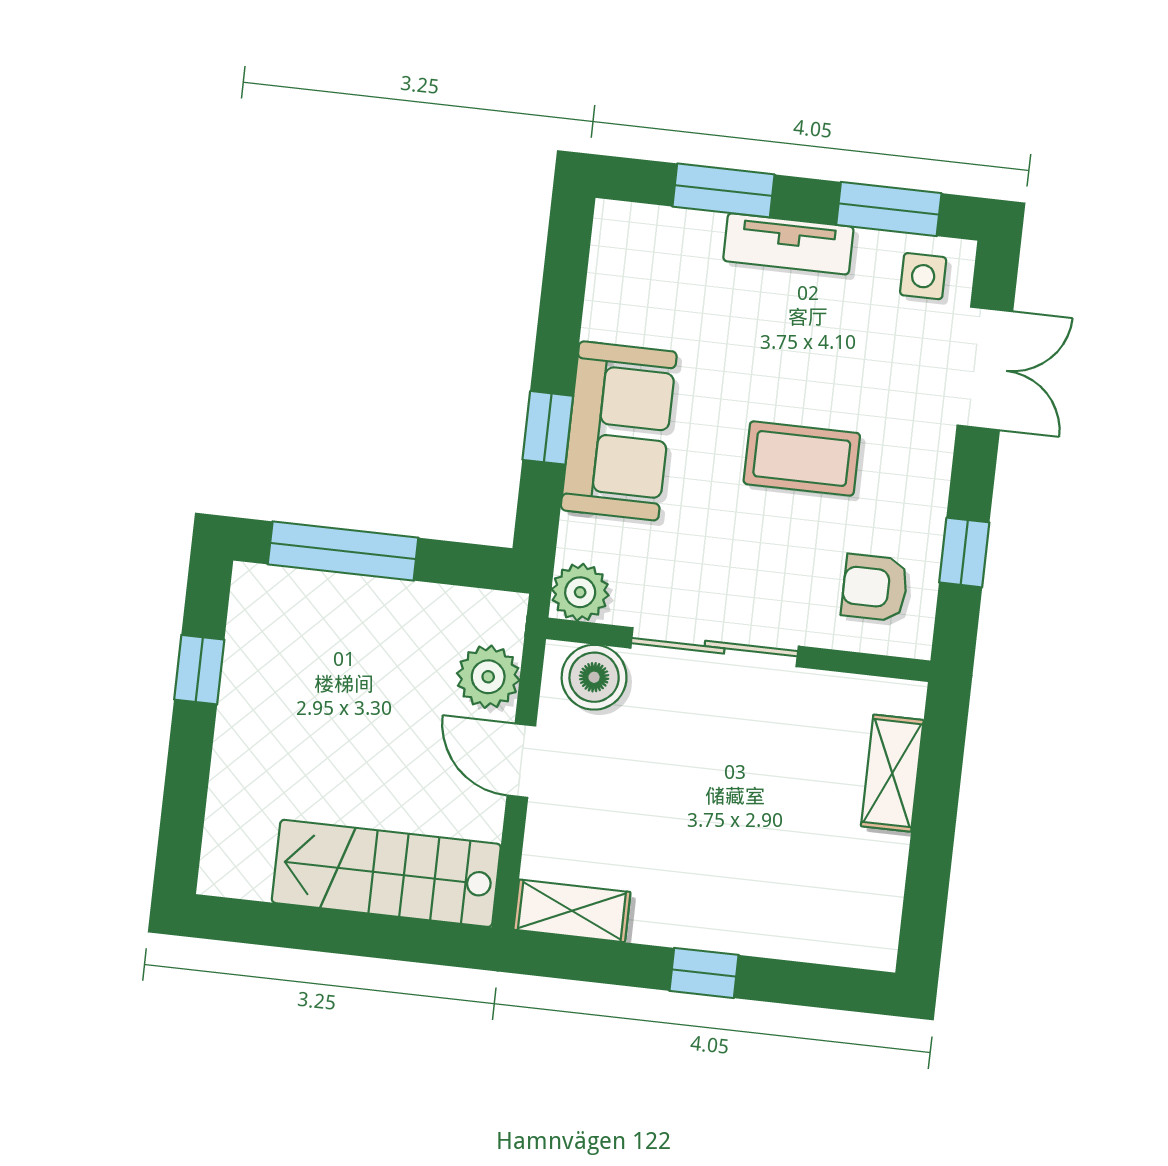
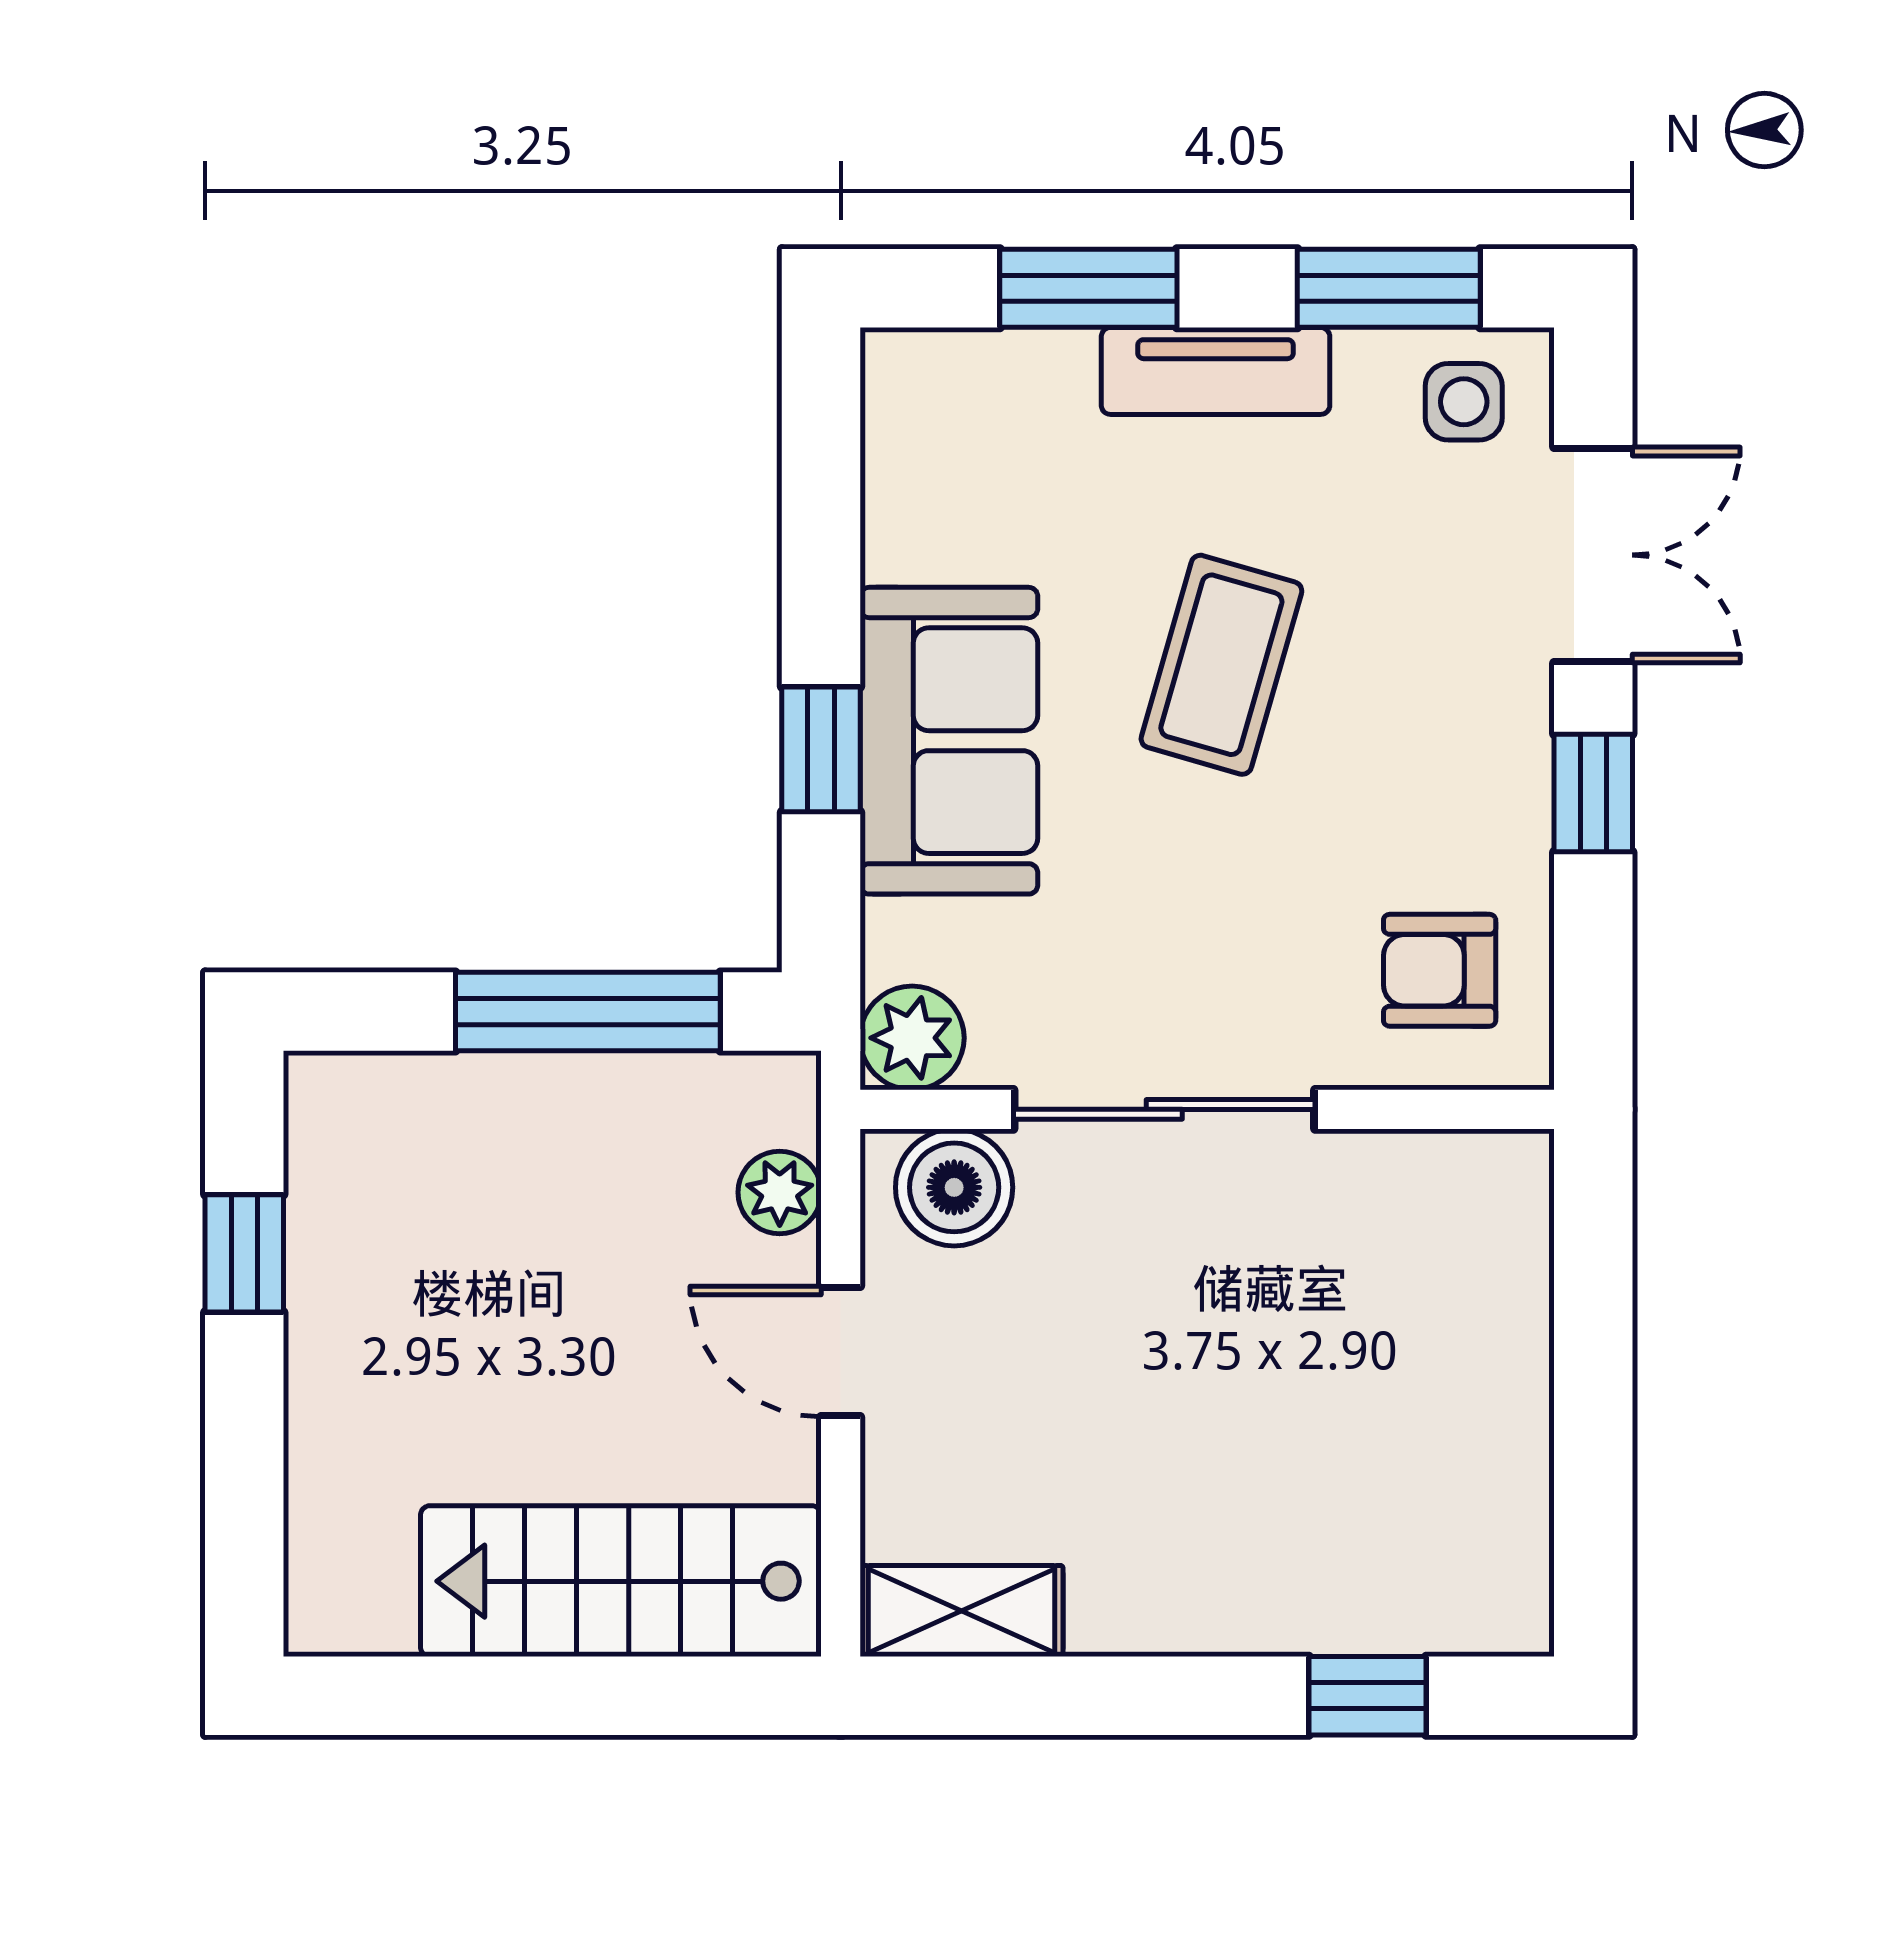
coffee table: (802, 459) -> (1221, 665), moved, turned -74
window: (343, 551) -> (588, 1012), moved
window: (964, 552) -> (1593, 793), moved
plant: (488, 677) -> (780, 1192), width x0.73, depth x0.73
shelving: (892, 773) -> (1508, 1300), removed
window: (704, 973) -> (1368, 1696), moved

